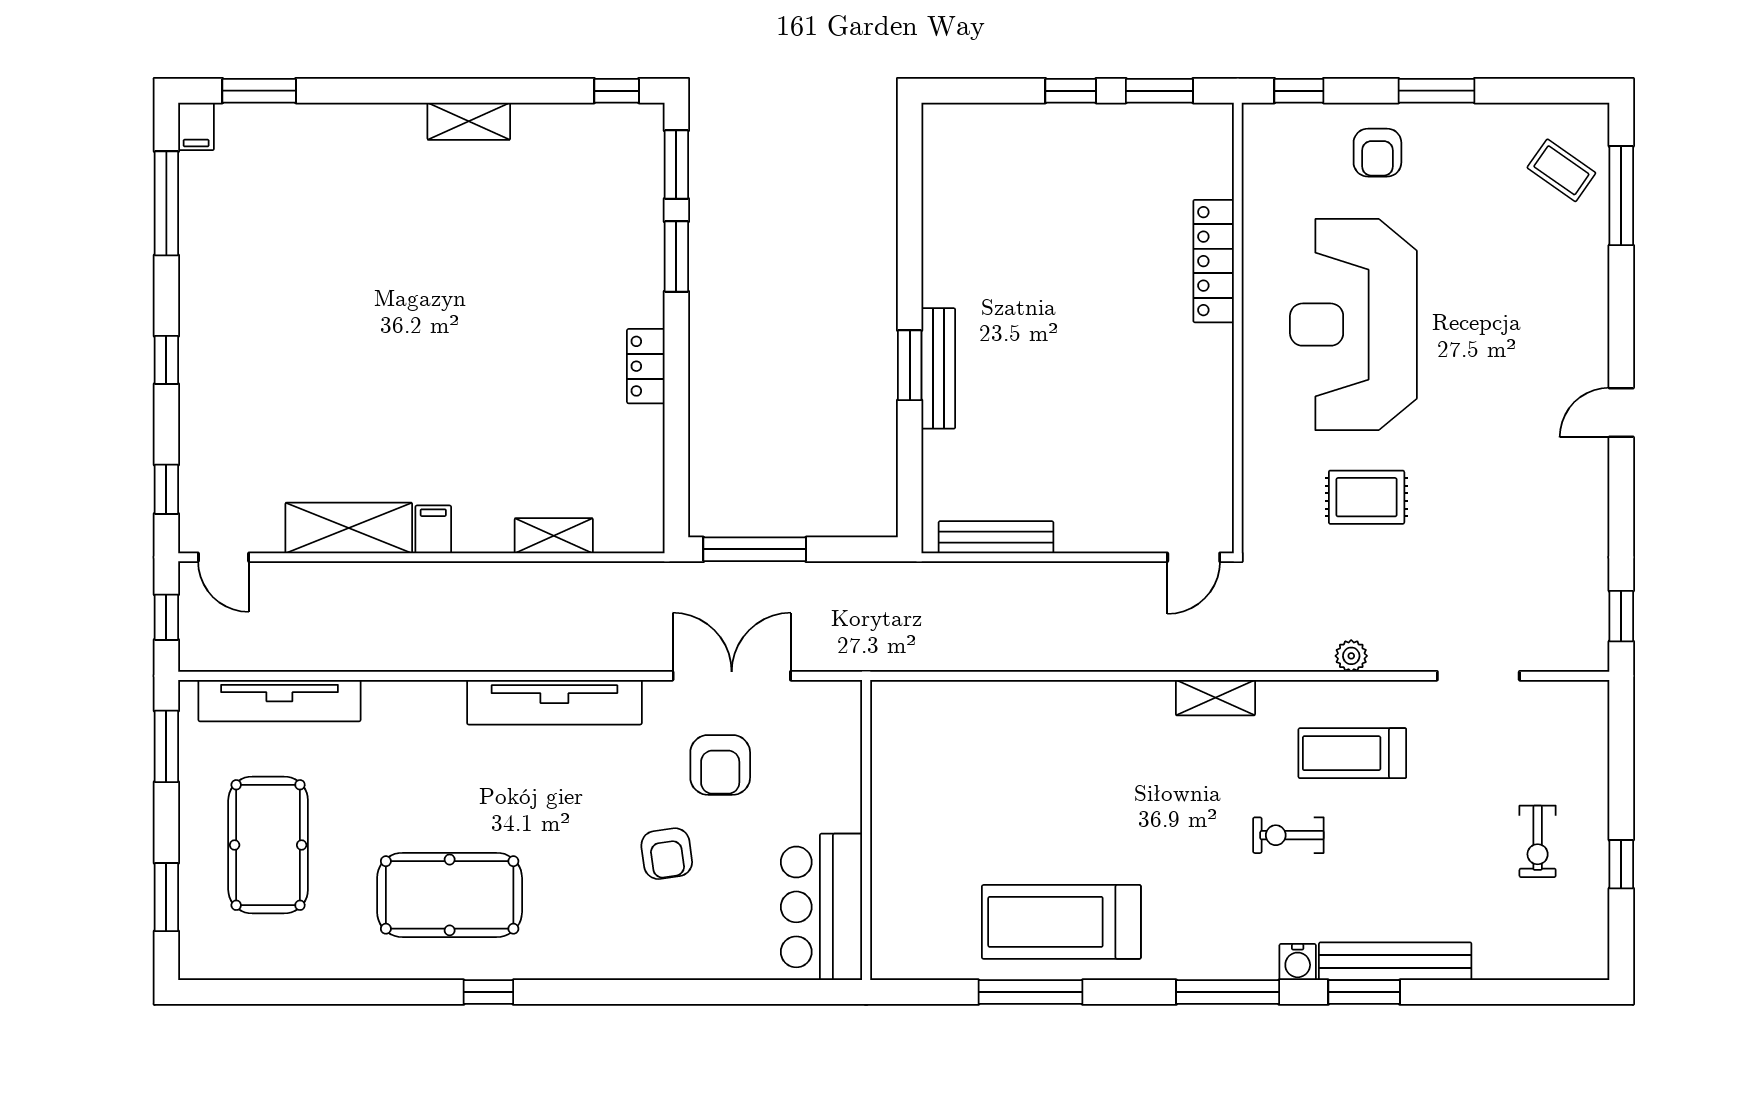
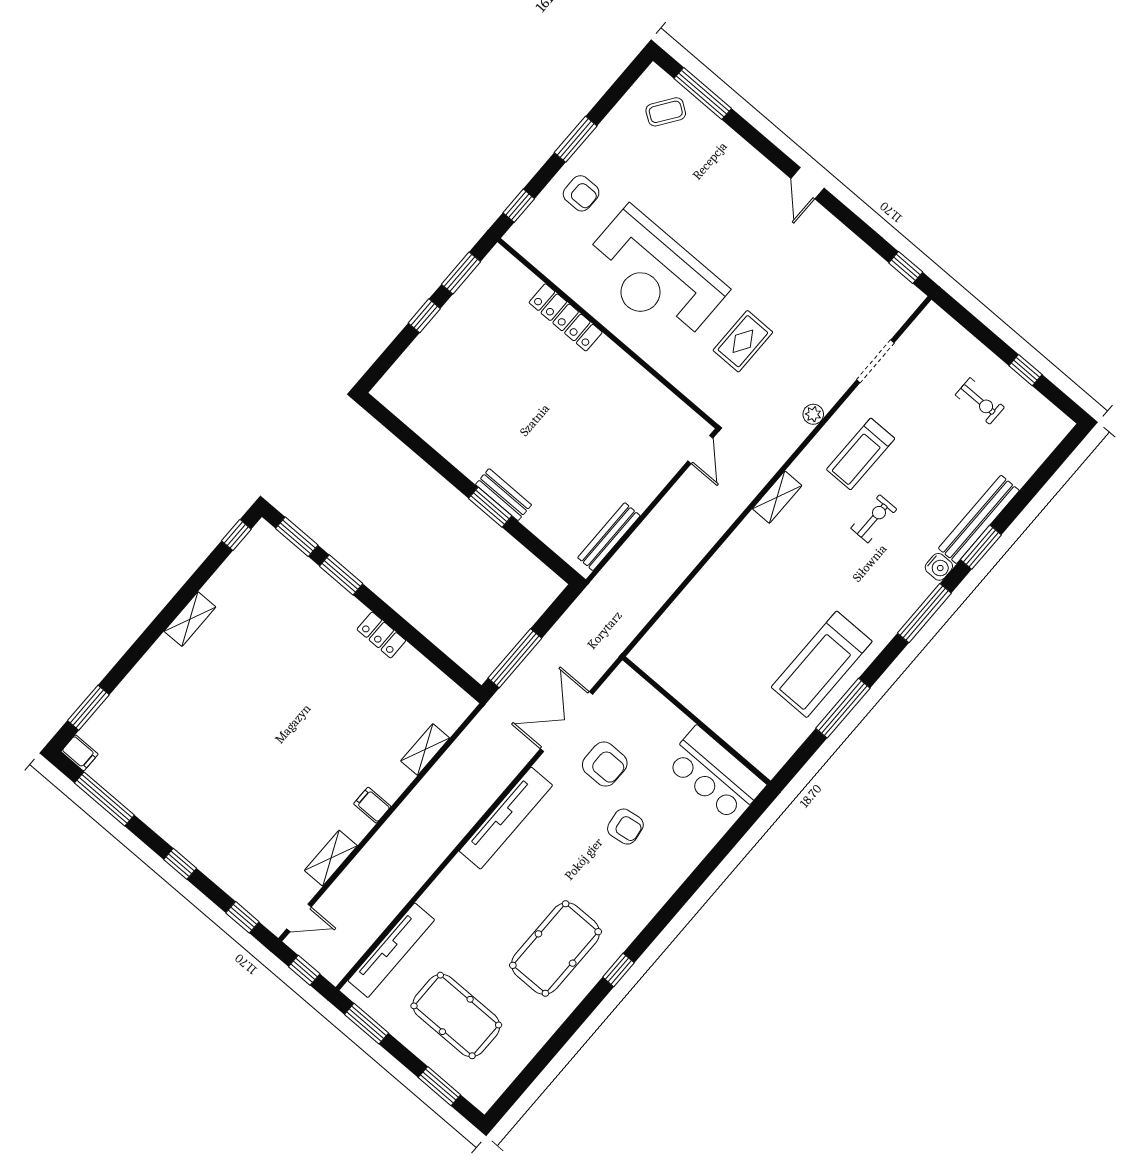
bench: (938, 368) -> (504, 495), width x0.73
shelving: (349, 528) -> (331, 858), width x0.67, depth x0.75
exercise bike: (1288, 835) -> (874, 519), turned 180

